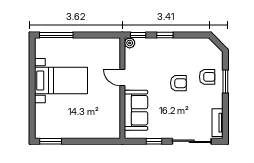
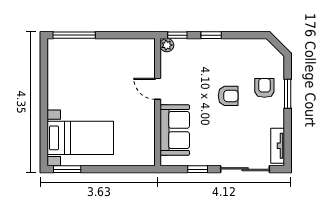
armchair: (207, 77) -> (264, 88), turned -90
bed with nightstands: (61, 81) -> (80, 138), moved

